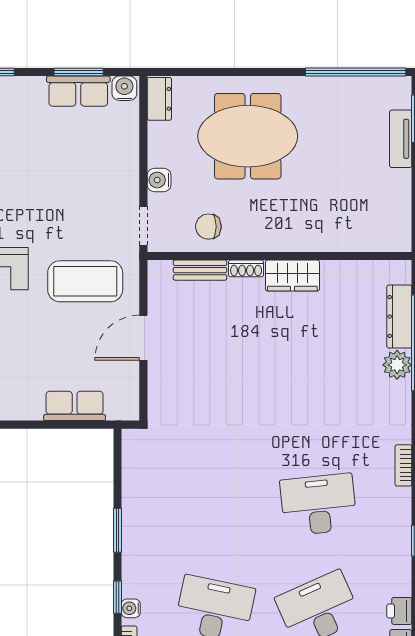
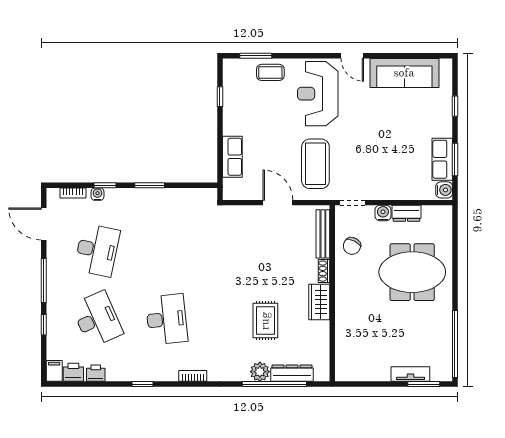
dresser: (159, 99) -> (407, 213), moved
meeting table: (248, 136) -> (412, 272), turned 90
chair: (208, 227) -> (352, 246), turned -153
bench: (200, 270) -> (323, 234), width x1.36
rug: (320, 356) -> (265, 321), added

